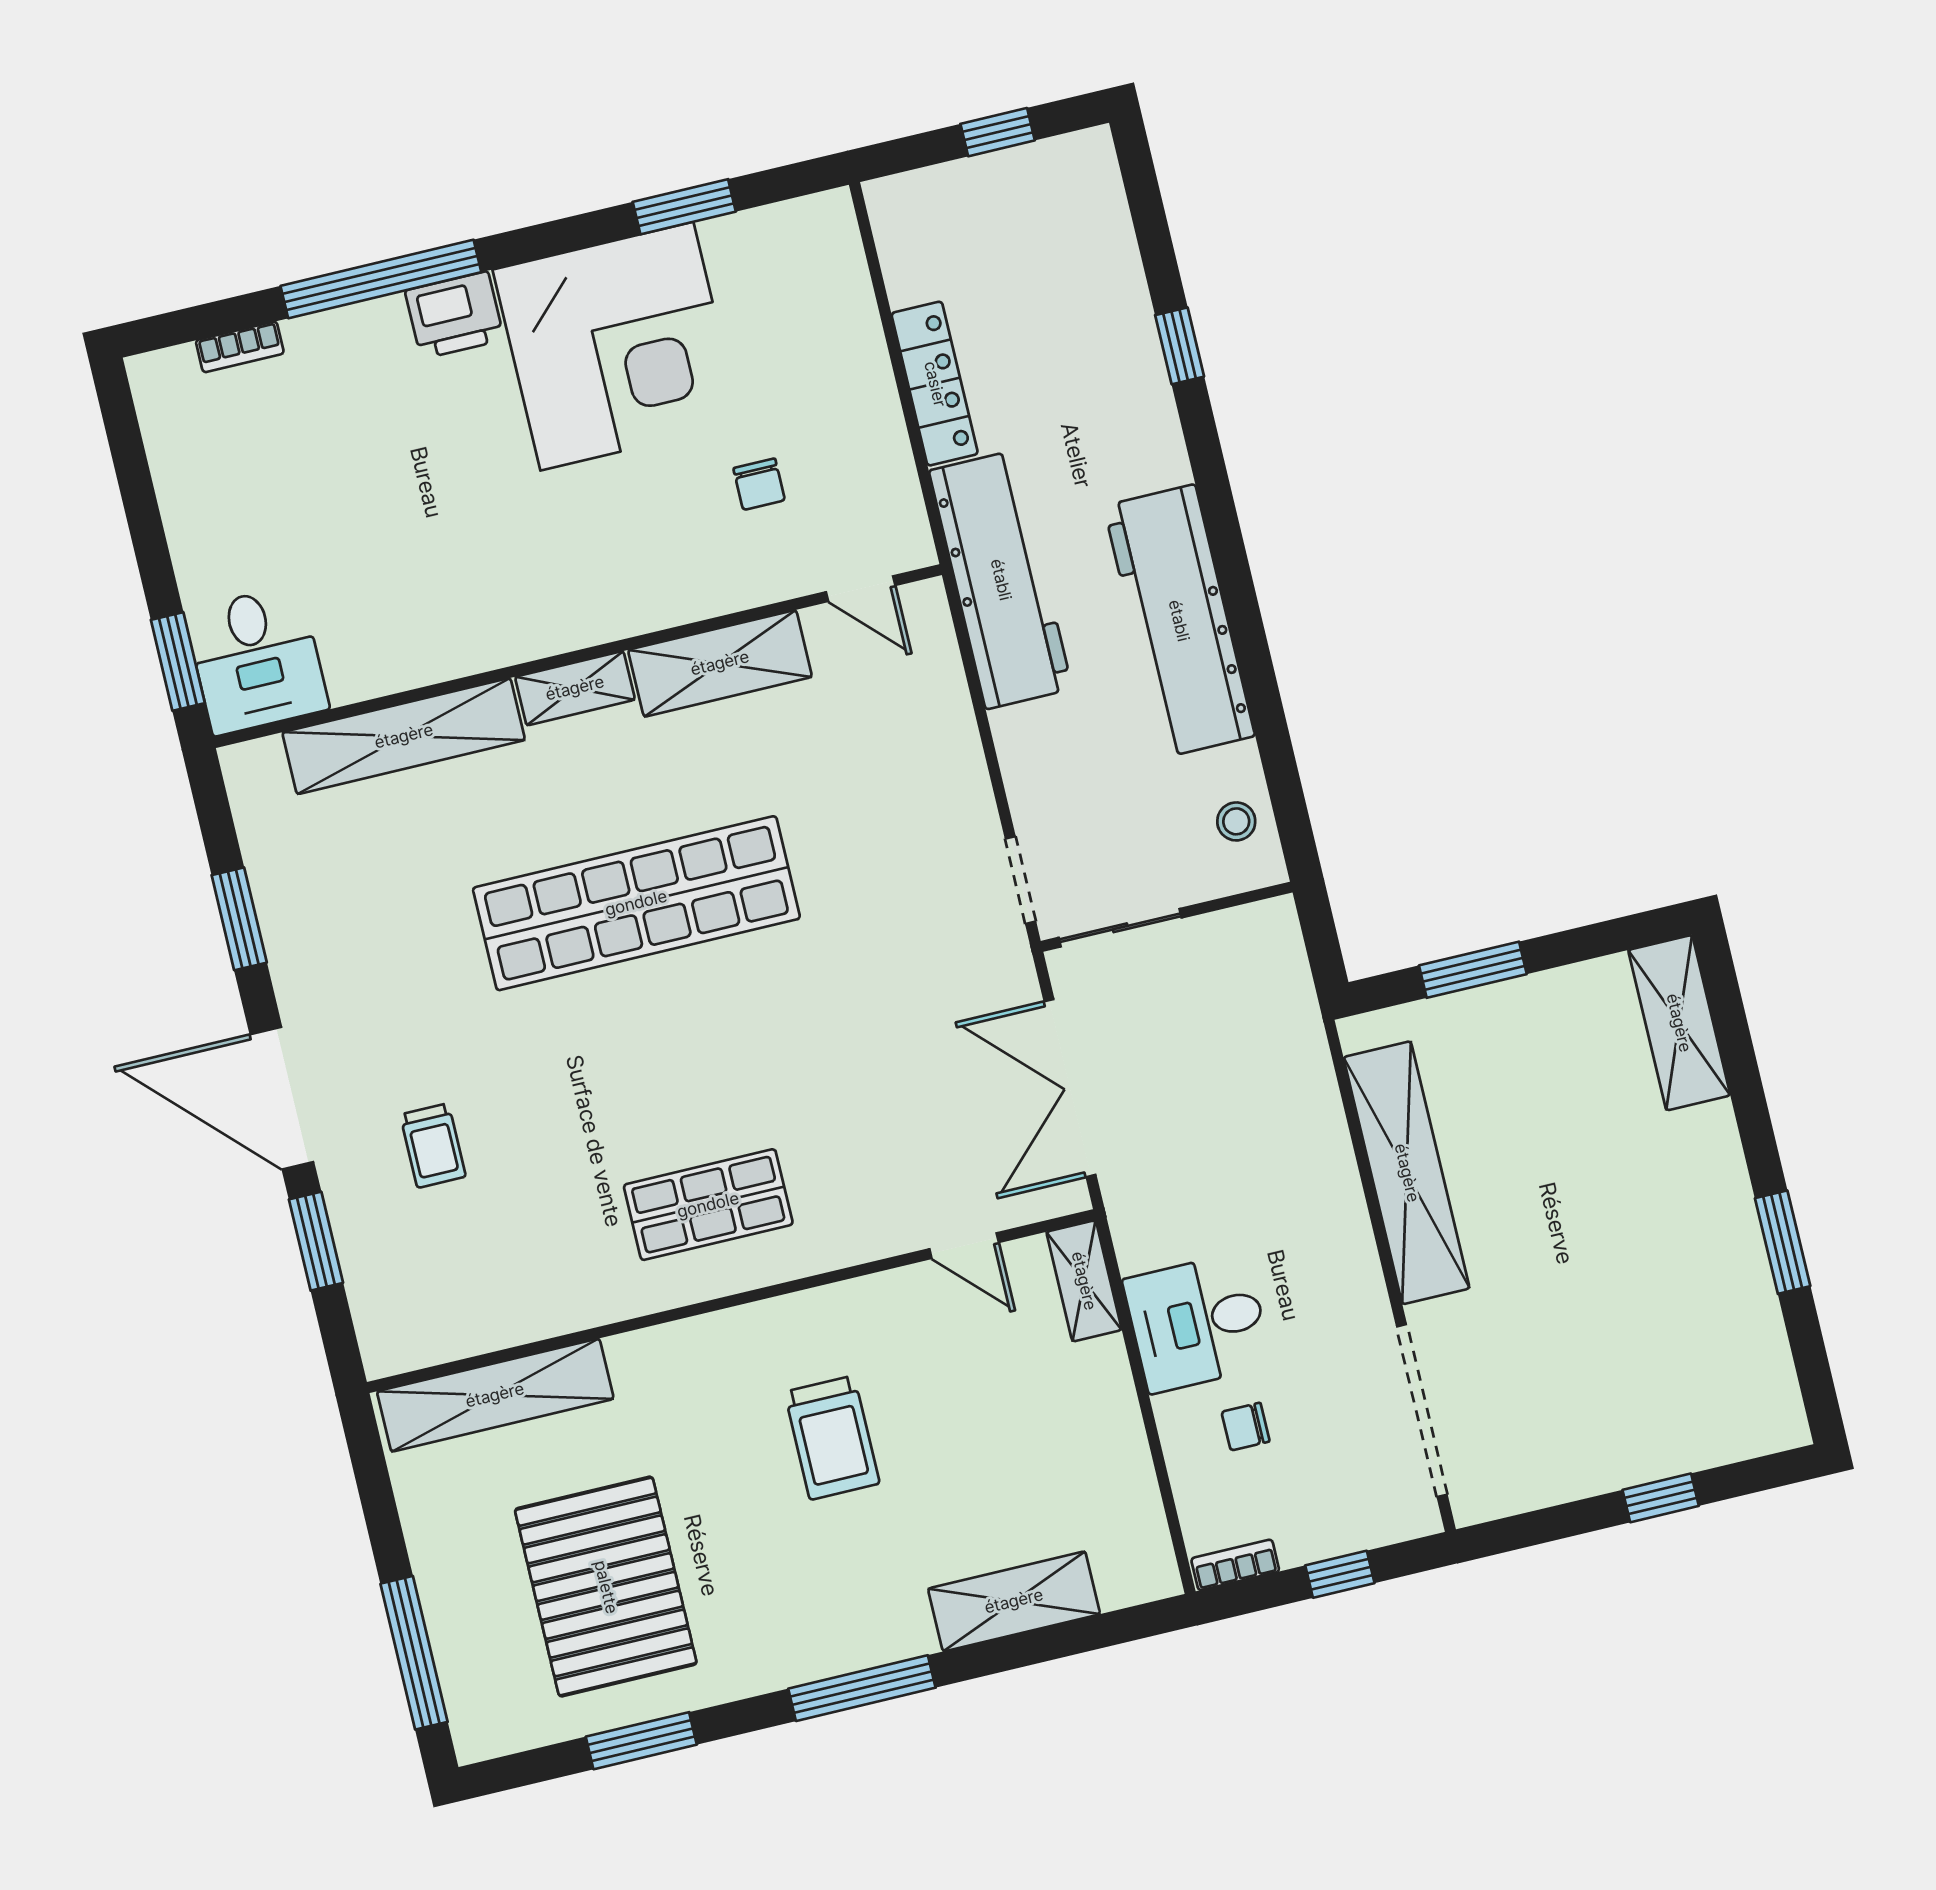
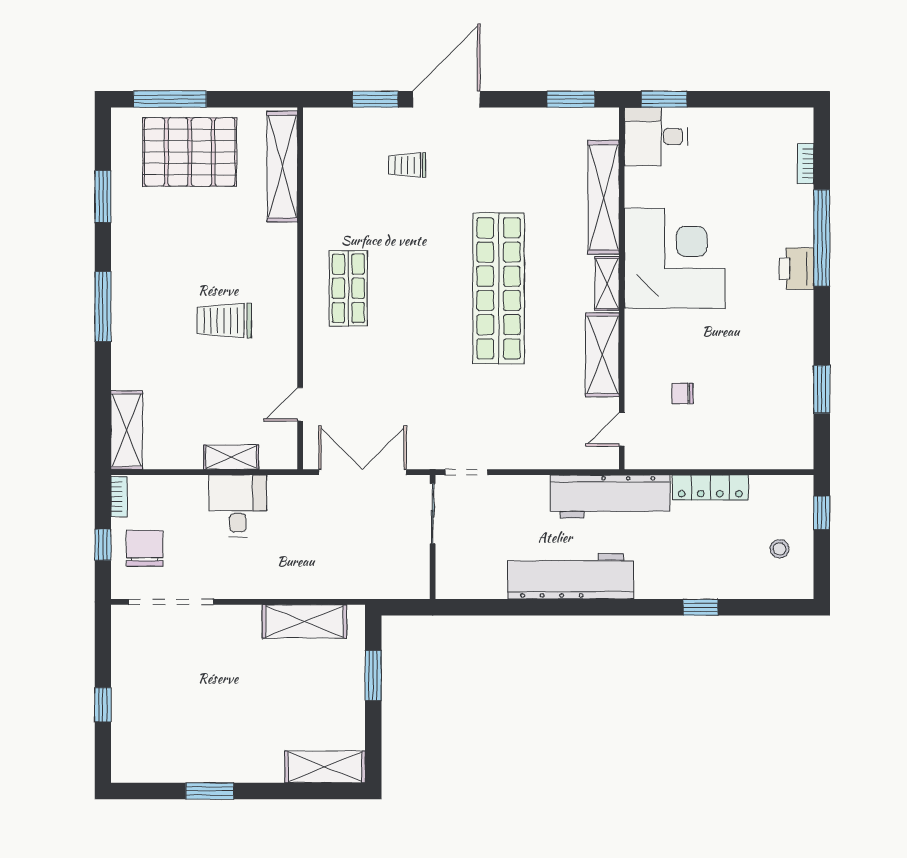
window: (998, 132) -> (822, 513), moved
corner desk: (617, 346) -> (675, 258), moved, turned 180
stool: (1236, 821) -> (779, 549), moved
window: (239, 919) -> (571, 99), moved
shelving: (1407, 1173) -> (304, 621), width x0.68
shelving: (1084, 1281) -> (231, 457), moved
chair: (1246, 1427) -> (145, 548), moved, width x1.87, depth x1.87
pallet: (606, 1587) -> (190, 152), moved
shelving: (1014, 1601) -> (127, 430), moved

